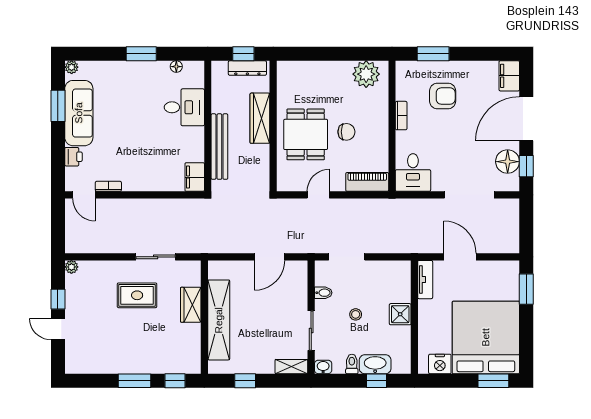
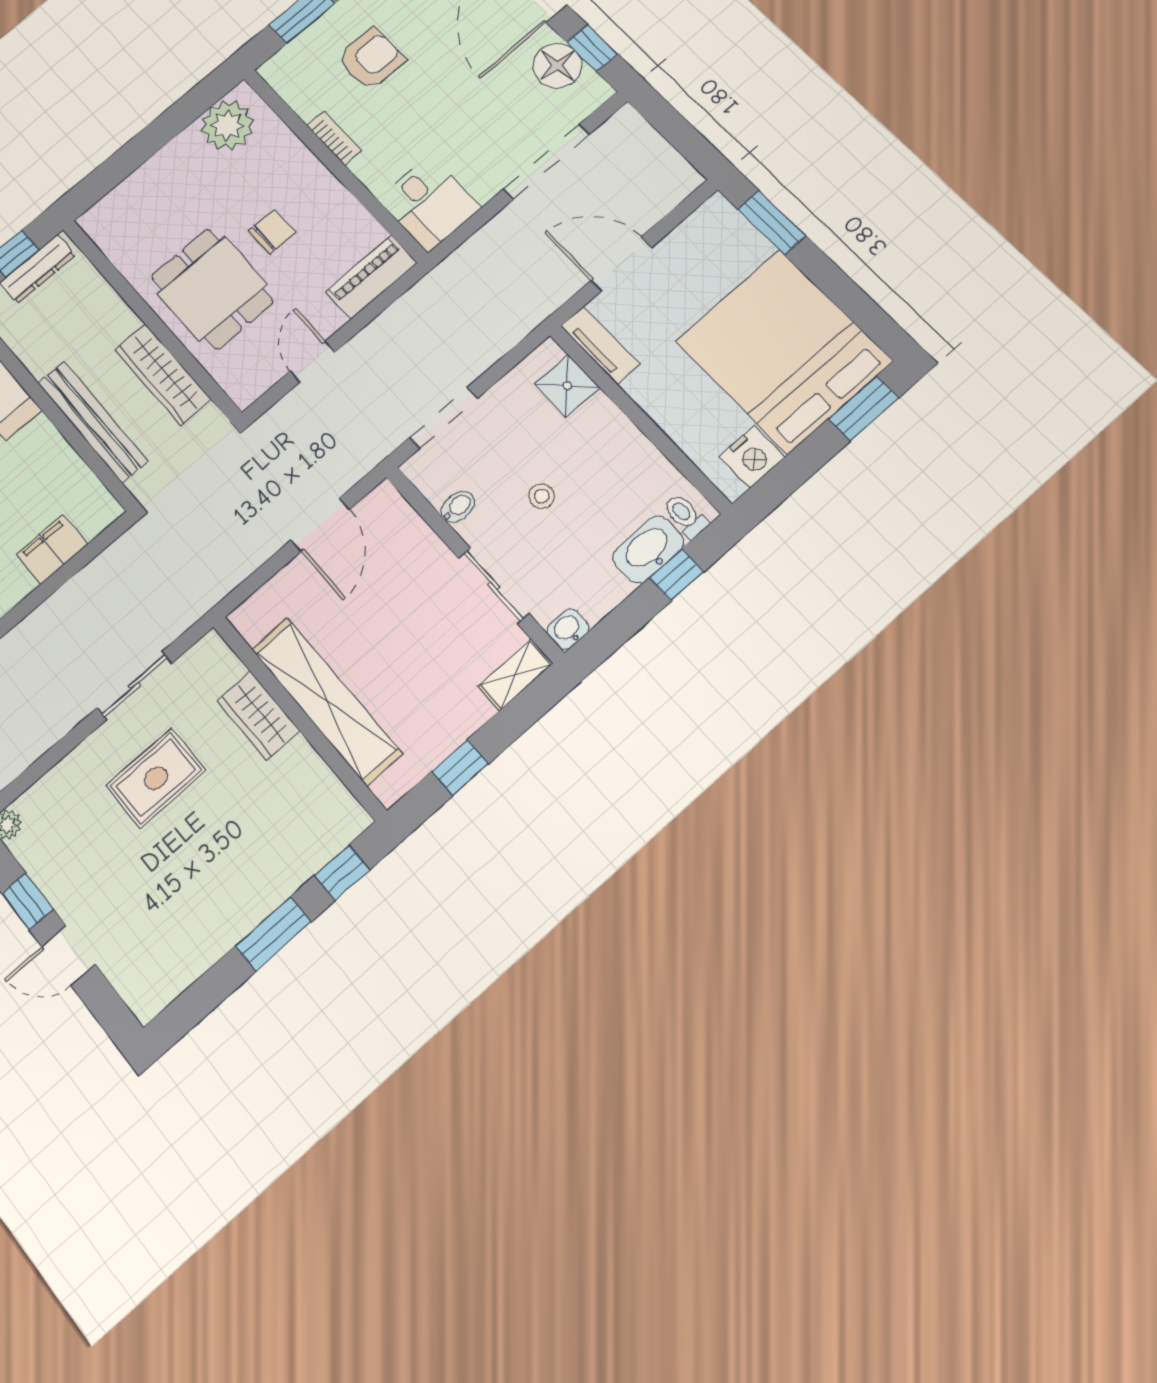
wardrobe: (260, 118) -> (163, 375), moved
filing cabinet: (195, 177) -> (52, 549), moved, turned 90
shower: (400, 314) -> (567, 386), moved
toilet: (352, 364) -> (686, 516), moved

